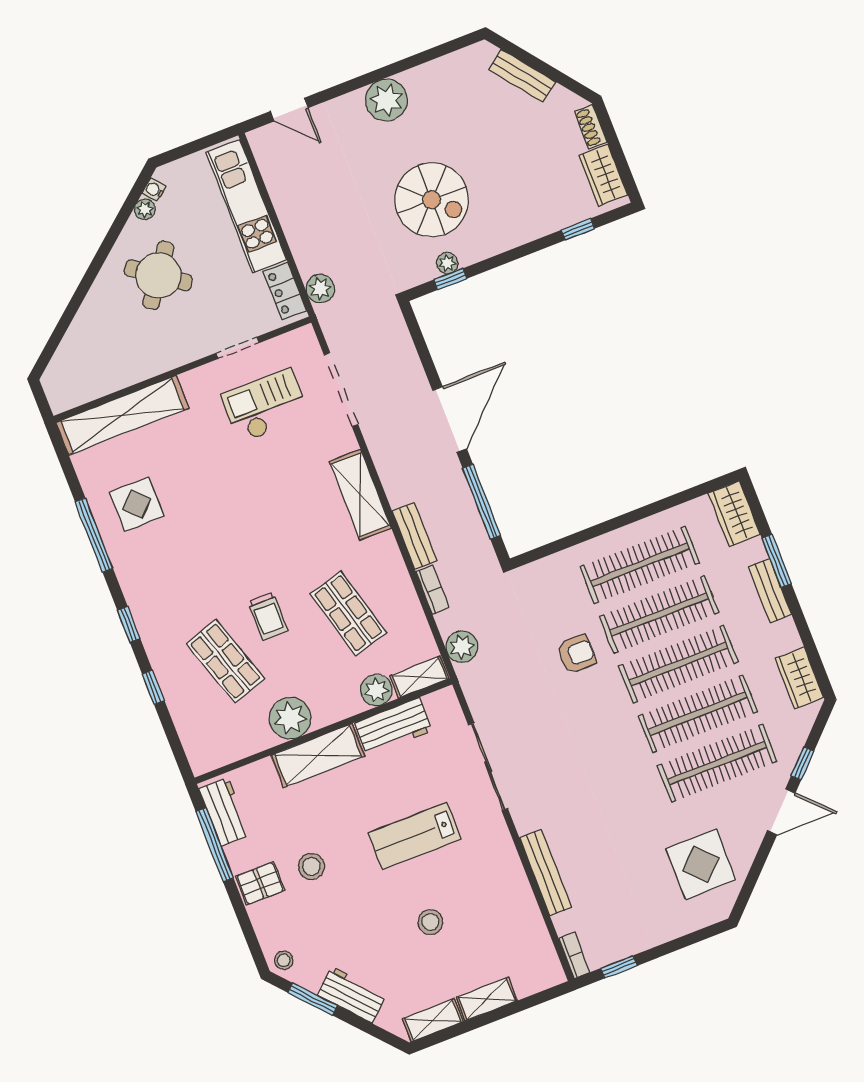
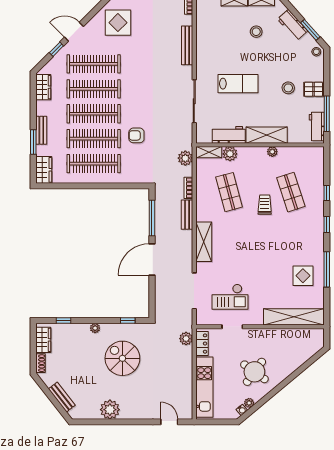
plant: (386, 100) -> (110, 410), moved
plant: (447, 263) -> (95, 328), moved
plant: (290, 718) -> (272, 152), width x0.53, depth x0.53
stool: (430, 922) -> (256, 32), moved

